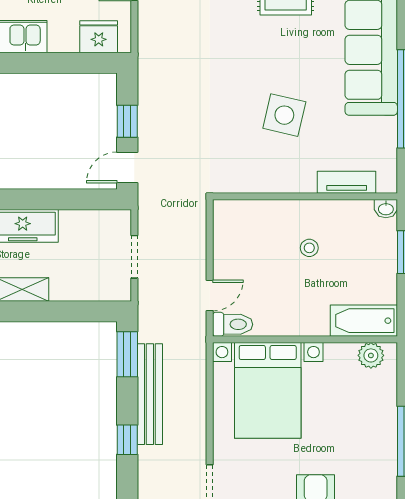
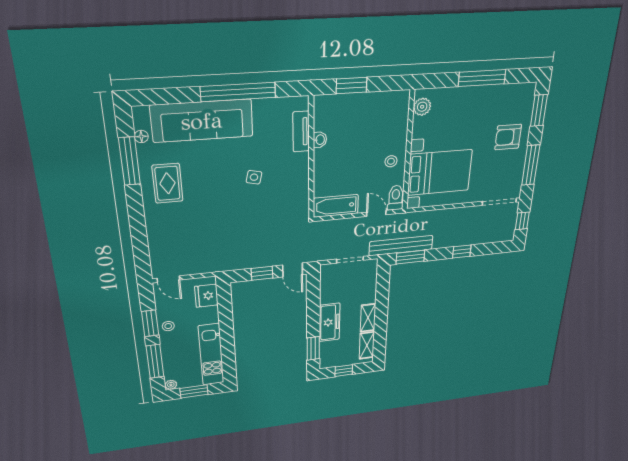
side table: (284, 115) -> (254, 177), width x0.54, depth x0.54
washbasin: (386, 209) -> (320, 140), moved
stool: (309, 248) -> (391, 161), moved
bathtub: (364, 321) -> (336, 206), moved, turned 90
bench: (150, 394) -> (401, 246), moved

